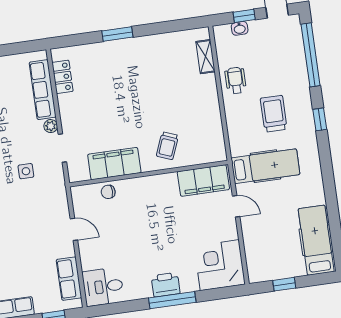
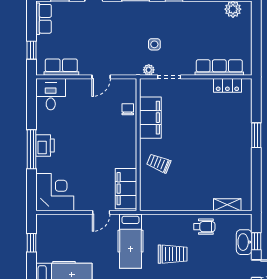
washbasin: (240, 28) -> (244, 242), width x1.91, depth x1.45
plant: (51, 126) -> (149, 70), moved

